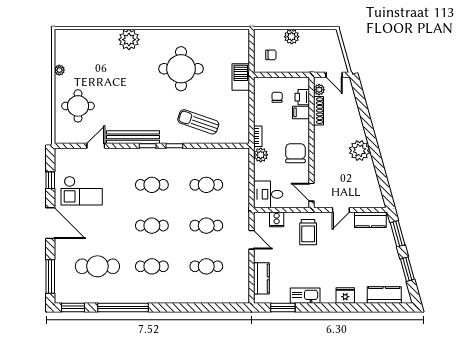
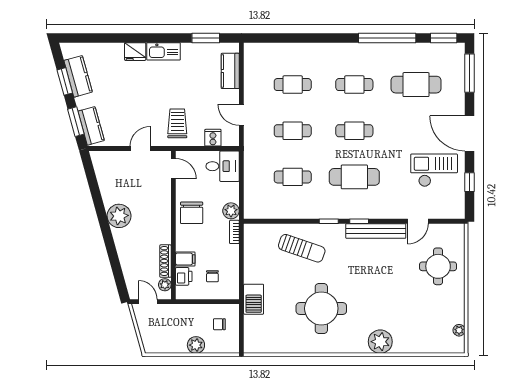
plant: (59, 70) -> (459, 330), moved
cafe table: (152, 185) -> (354, 177), width x1.37, depth x1.35
kitchen counter: (370, 220) -> (91, 126), moved, turned 75
kitchen counter: (384, 295) -> (78, 76), moved, turned -105
kitchen sink: (305, 296) -> (164, 51), moved

